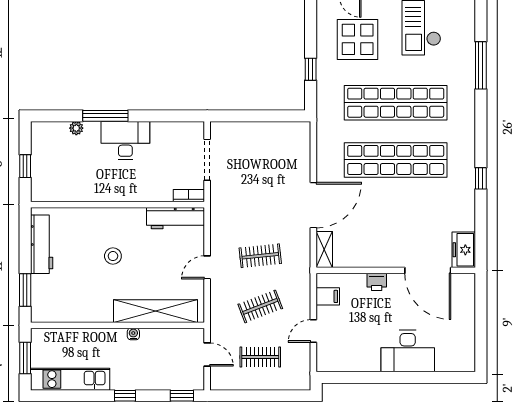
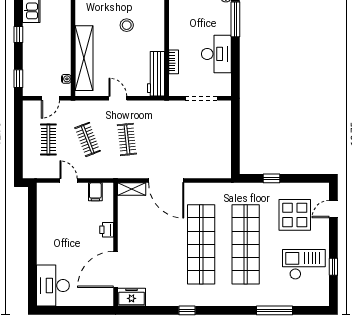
desk: (125, 140) -> (216, 54), moved
bookcase: (189, 196) -> (174, 62), moved
water cooler: (133, 334) -> (66, 79), moved
desk: (408, 351) -> (53, 286), moved

